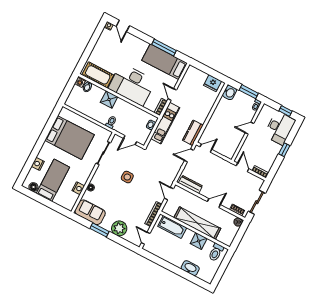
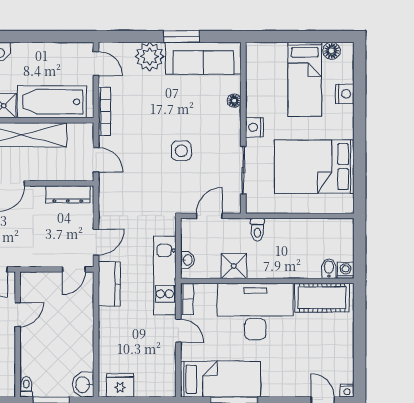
shower: (109, 100) -> (234, 266), moved
door: (250, 128) -> (18, 315), moved
nightstand: (78, 188) -> (254, 127), moved
sofa: (90, 212) -> (203, 58), width x1.36
bathtub: (172, 227) -> (52, 102), width x1.36, depth x1.36

